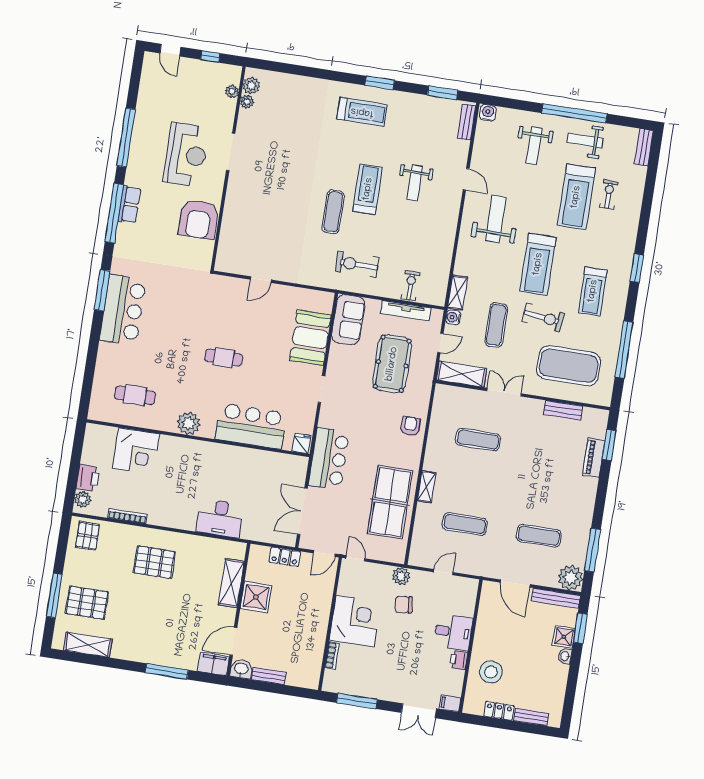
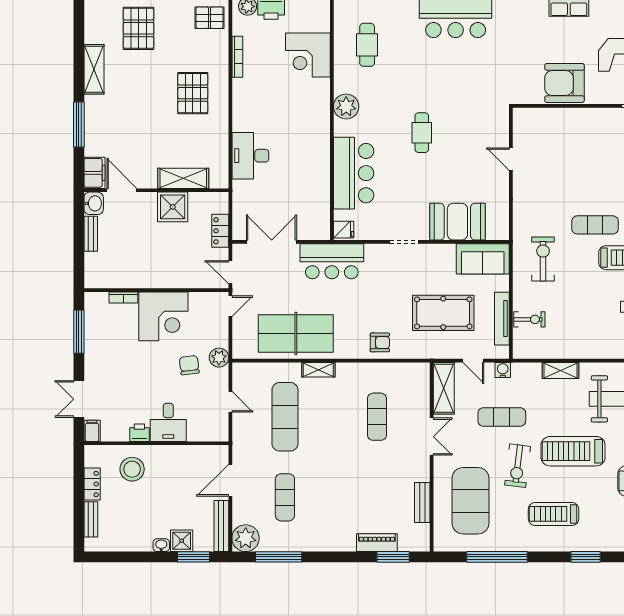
shelving: (458, 292) -> (560, 371), moved
exercise mat: (465, 524) -> (285, 417), width x1.36, depth x1.45
shelving: (88, 645) -> (94, 69), moved

